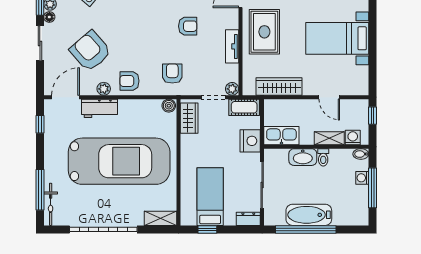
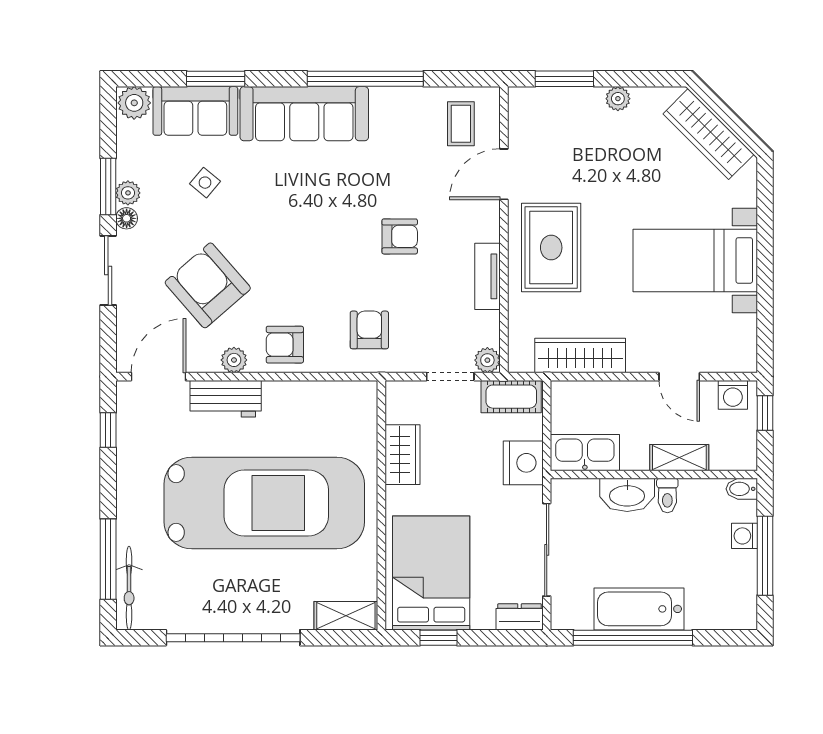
boiler: (169, 106) -> (362, 393), removed
wardrobe: (189, 118) -> (403, 455), moved
washing machine: (353, 138) -> (733, 395), moved, turned 180
bed: (210, 197) -> (431, 573), width x1.50

